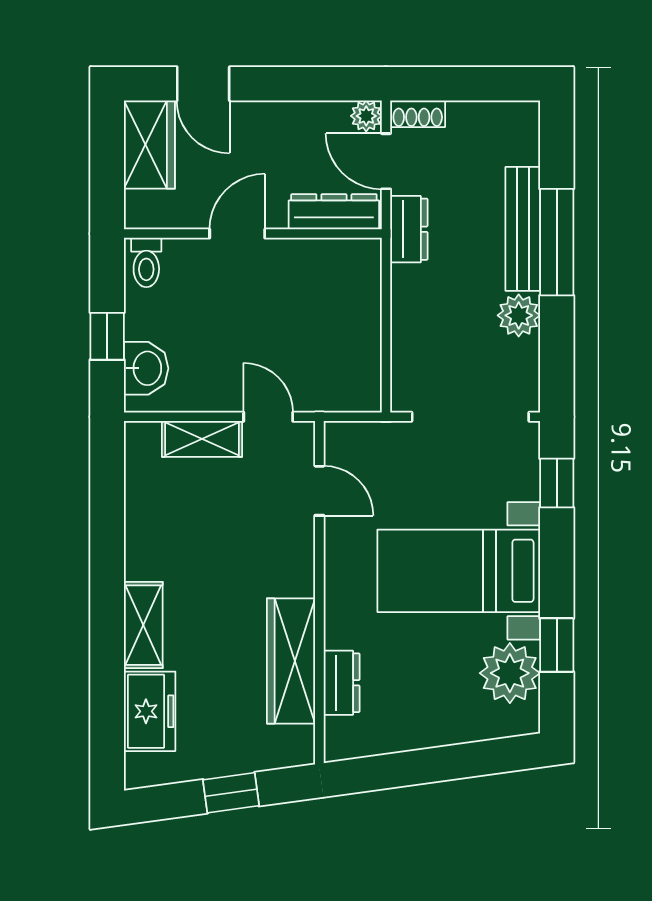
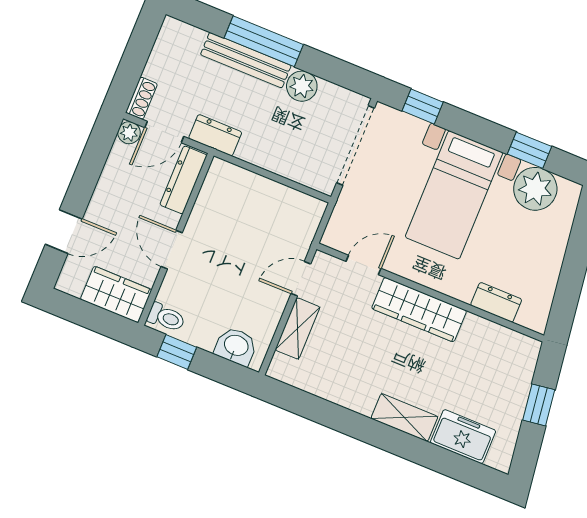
wardrobe: (149, 145) -> (116, 294), moved
window: (107, 336) -> (177, 352), moved
wardrobe: (291, 661) -> (419, 310), moved

